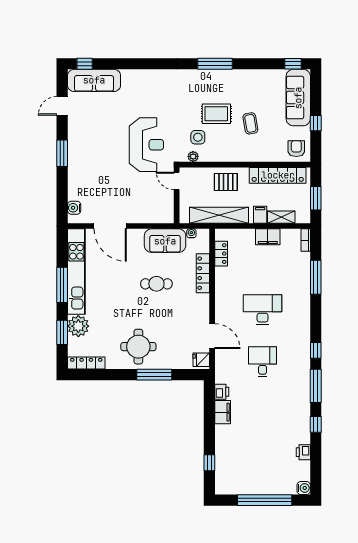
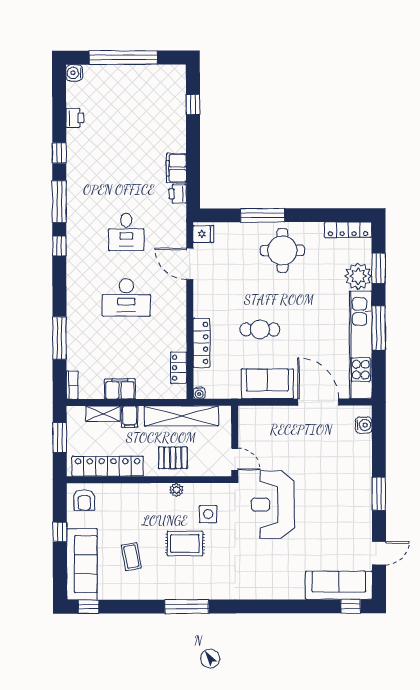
coffee table: (250, 123) -> (131, 557), moved
plant: (193, 156) -> (176, 490), moved
water cooler: (191, 233) -> (199, 393), moved
sofa: (165, 241) -> (267, 384), moved

